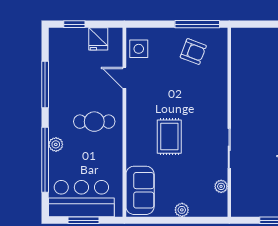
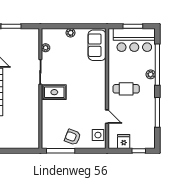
armchair: (193, 52) -> (73, 137), moved
rug: (169, 137) -> (54, 92), moved, turned 90

